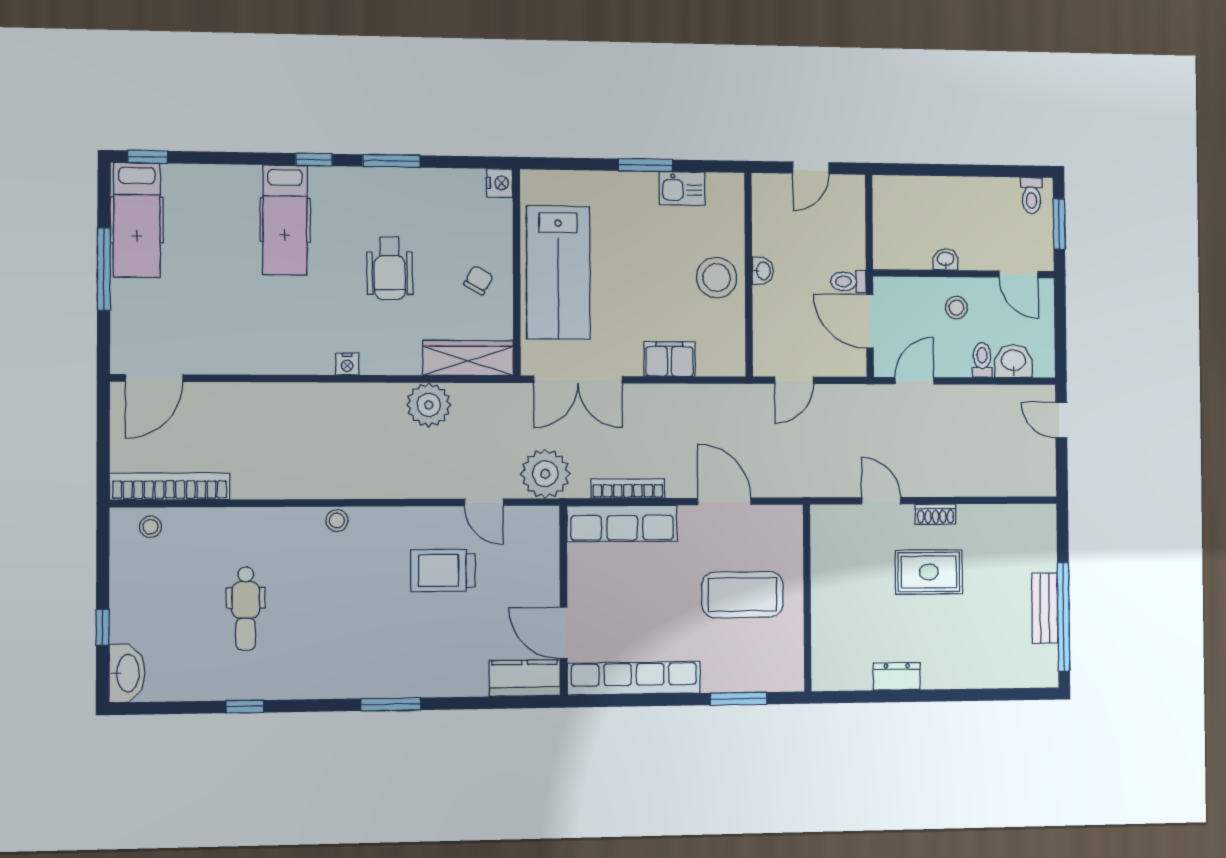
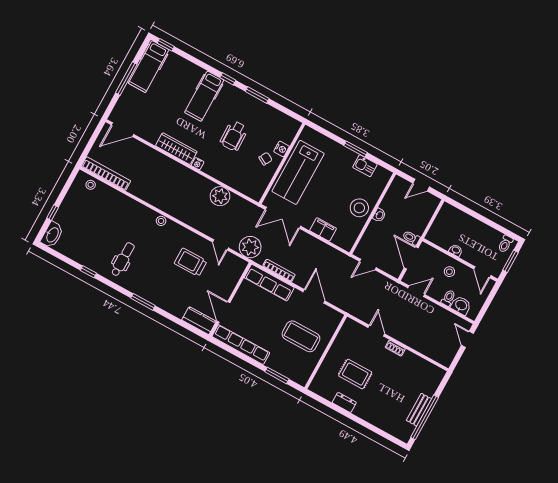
nightstand: (500, 183) -> (282, 149), moved
wardrobe: (468, 358) -> (176, 149), moved
rug: (929, 572) -> (355, 374), moved
dental chair: (246, 608) -> (123, 259), moved, turned 180

